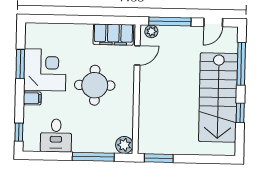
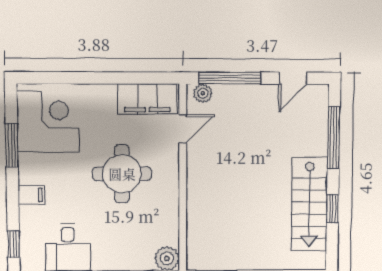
corner desk: (45, 70) -> (48, 121), moved
stairs: (218, 97) -> (309, 204), width x0.73, depth x0.66

